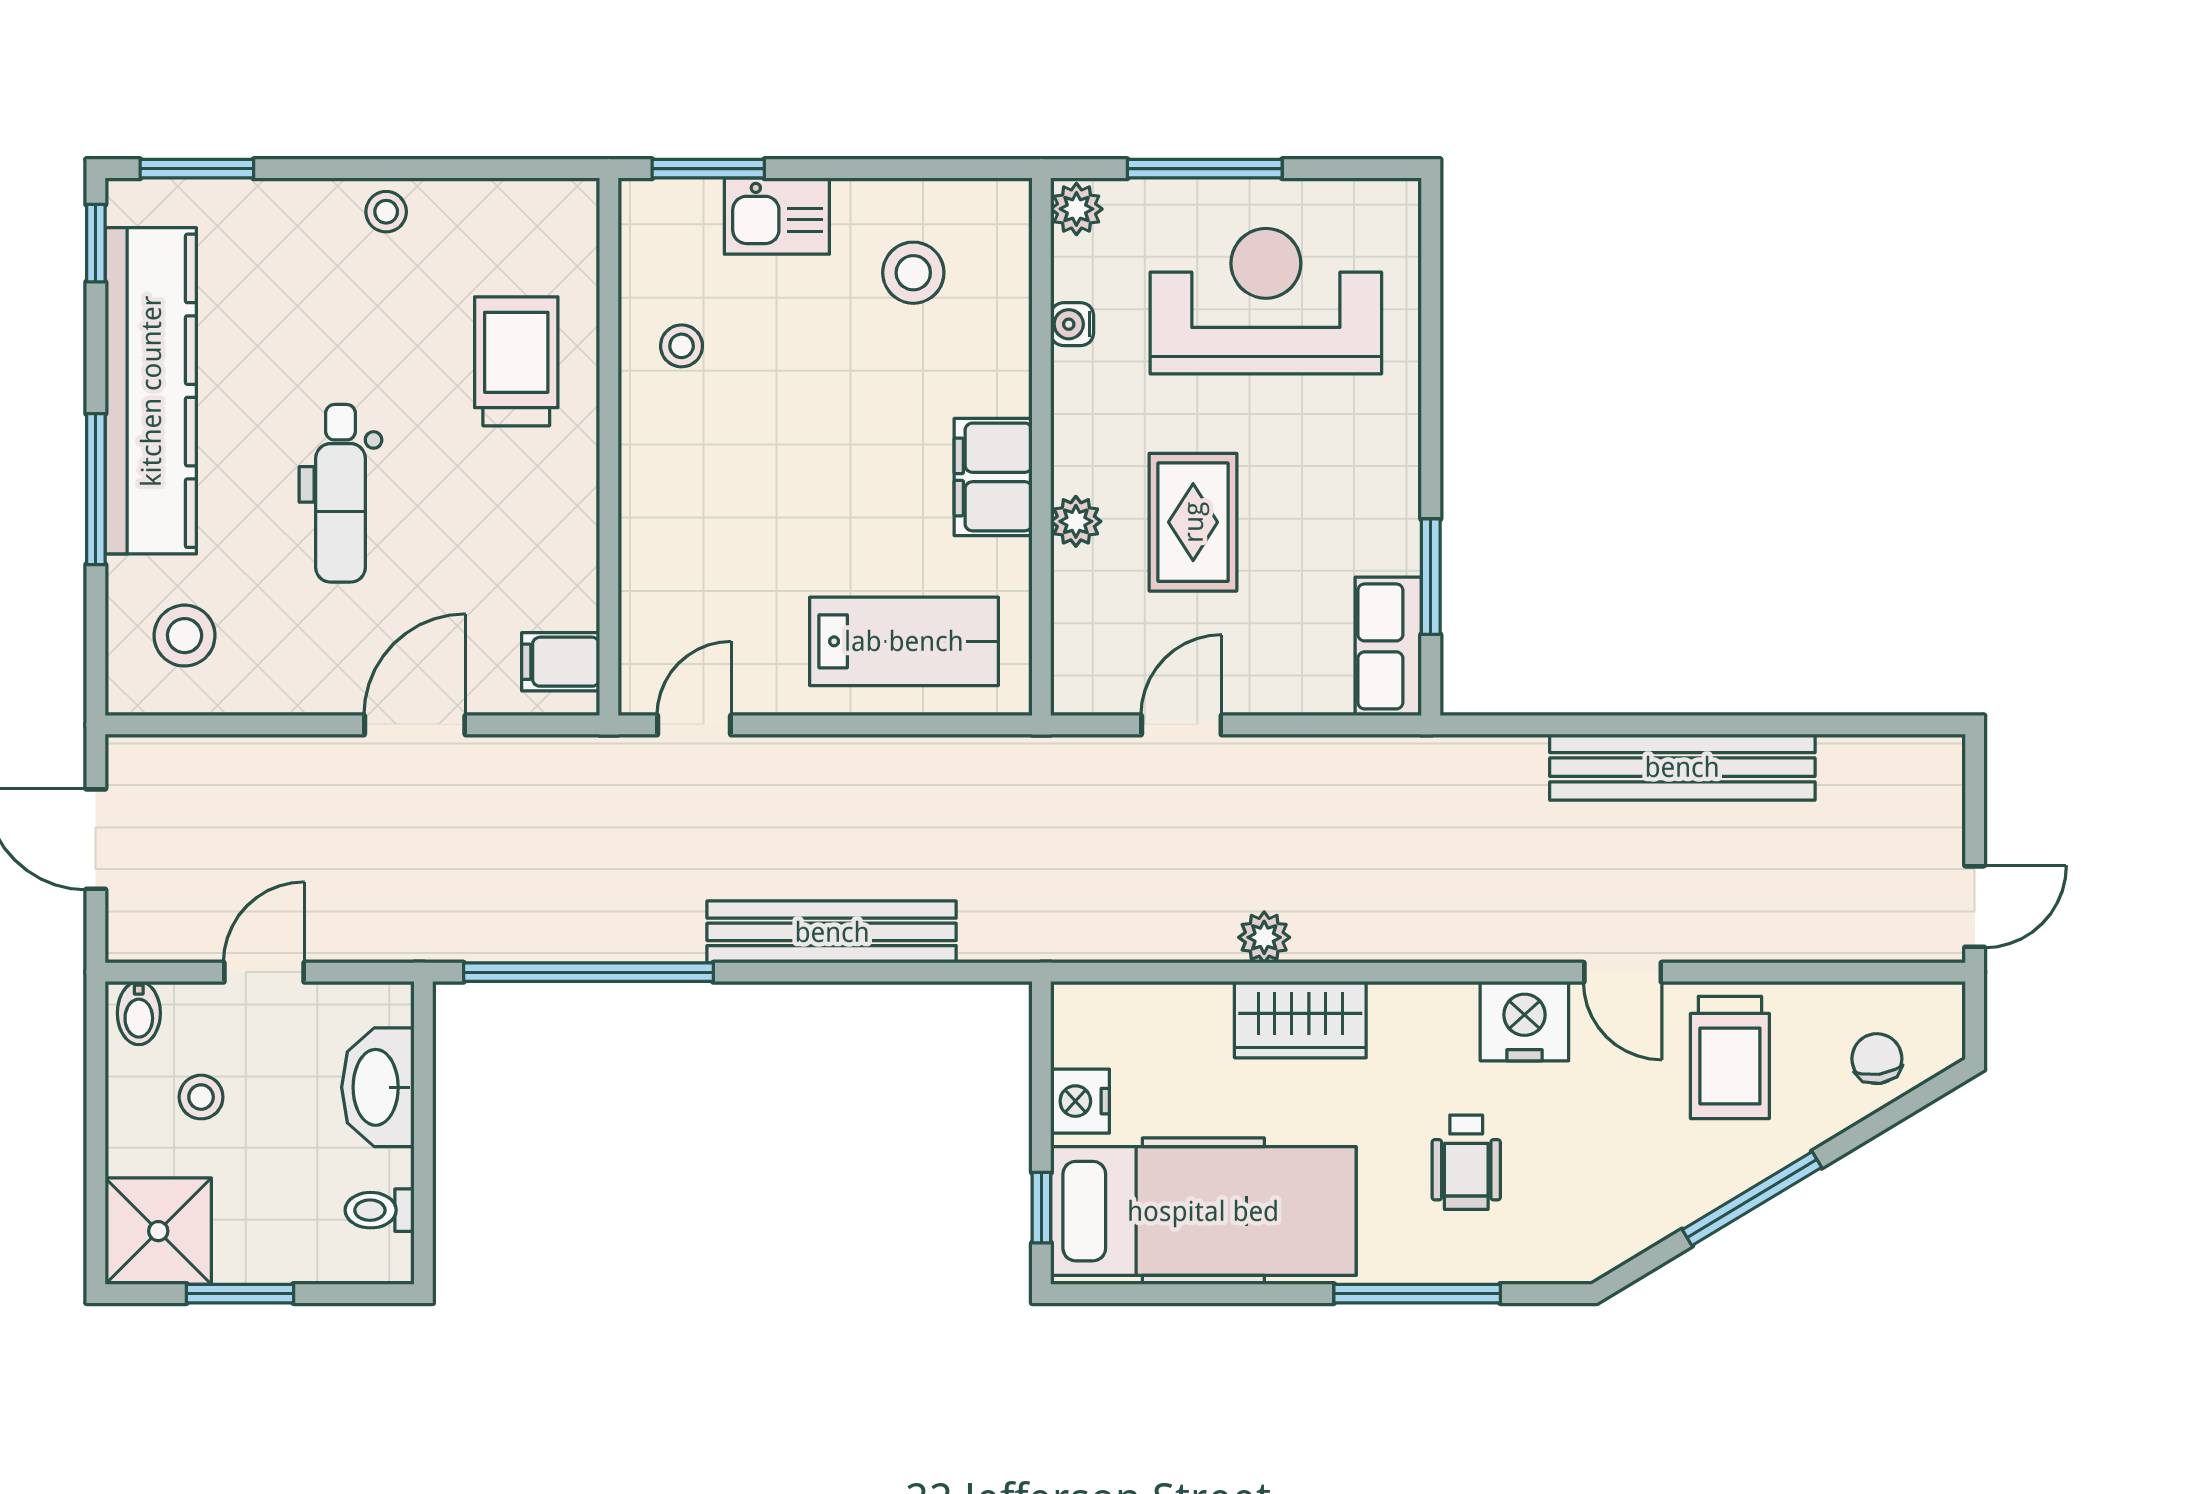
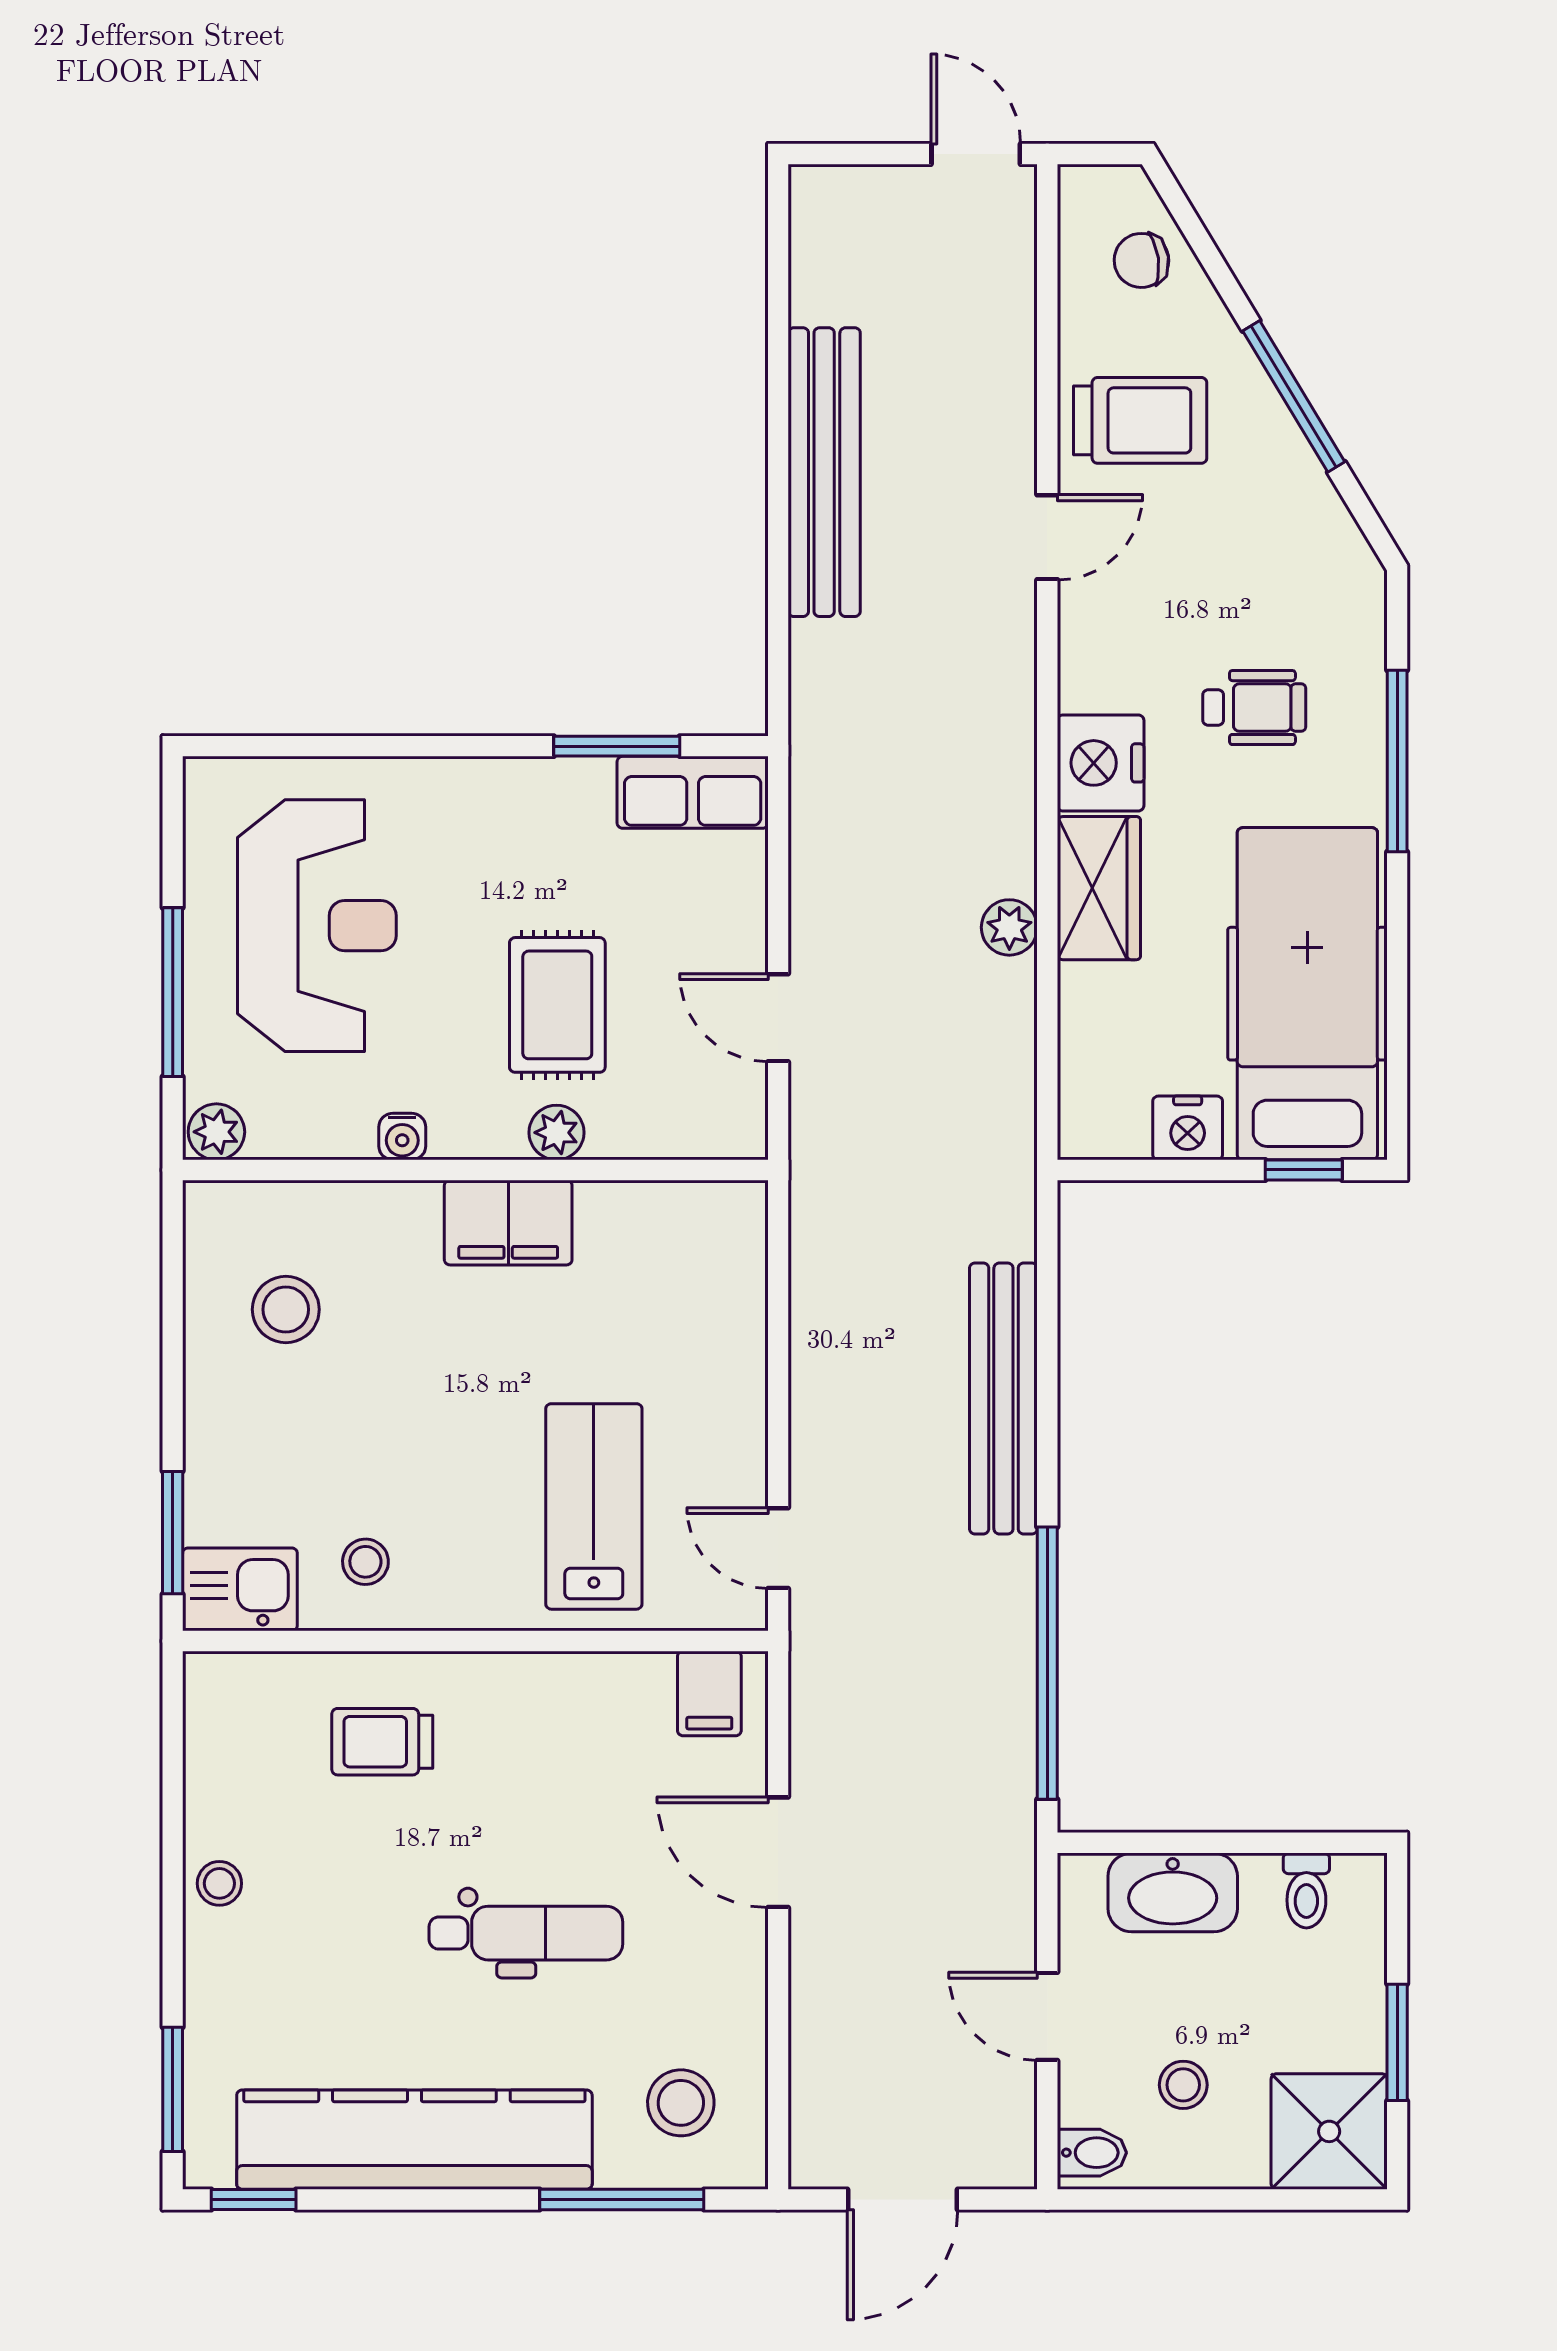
kitchen sink: (777, 216) -> (240, 1589), moved, turned -90
reception desk: (1266, 301) -> (317, 926), turned 180
water cooler: (1072, 324) -> (402, 1137), moved
trolley: (516, 361) -> (382, 1742), width x0.73, depth x0.72
window: (96, 489) -> (622, 2199), moved
rug: (1193, 522) -> (557, 1005), turned 90
lab bench: (904, 641) -> (594, 1506), moved
nightstand: (1524, 1021) -> (1101, 763), moved

